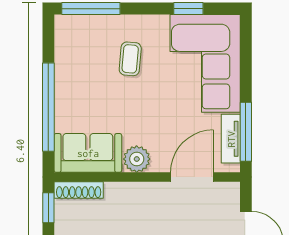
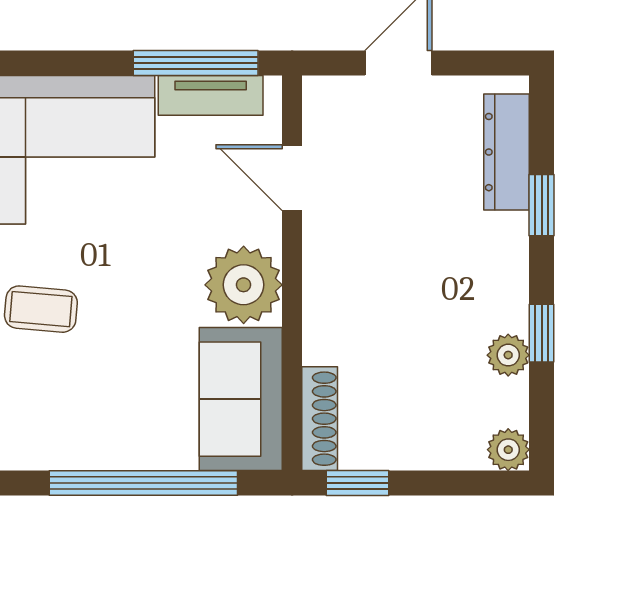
plant: (137, 159) -> (244, 285), width x1.36, depth x1.36
door: (192, 177) -> (292, 178), width x0.73

